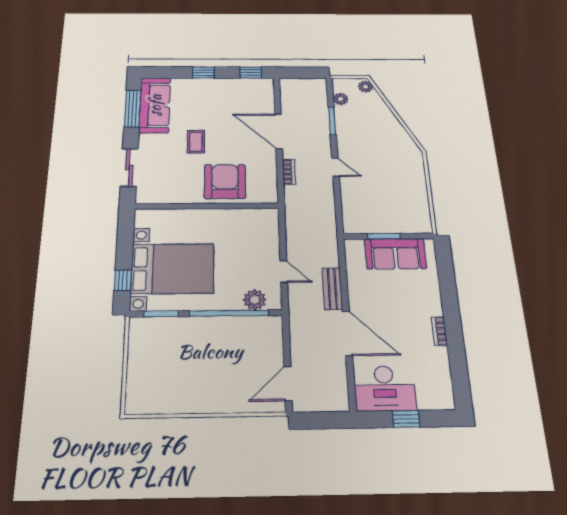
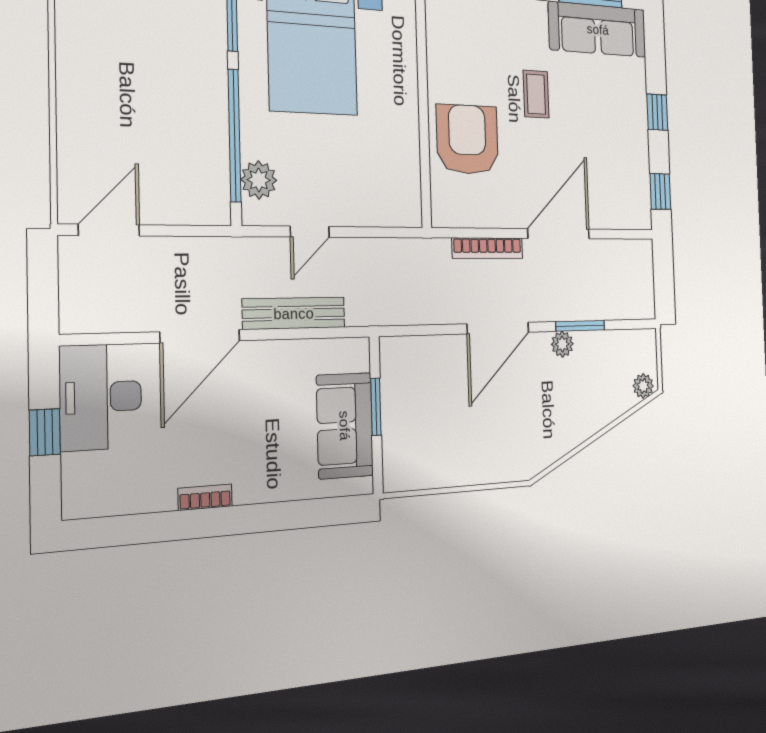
plant: (341, 99) -> (562, 344), moved
coffee table: (196, 142) -> (536, 94), turned 90
door: (335, 167) -> (498, 328), width x1.88
bookcase: (289, 172) -> (487, 248), width x1.56
armchair: (225, 182) -> (467, 139), turned -90
bench: (332, 289) -> (294, 313), width x1.36
door: (288, 384) -> (109, 230), hinge flipped

